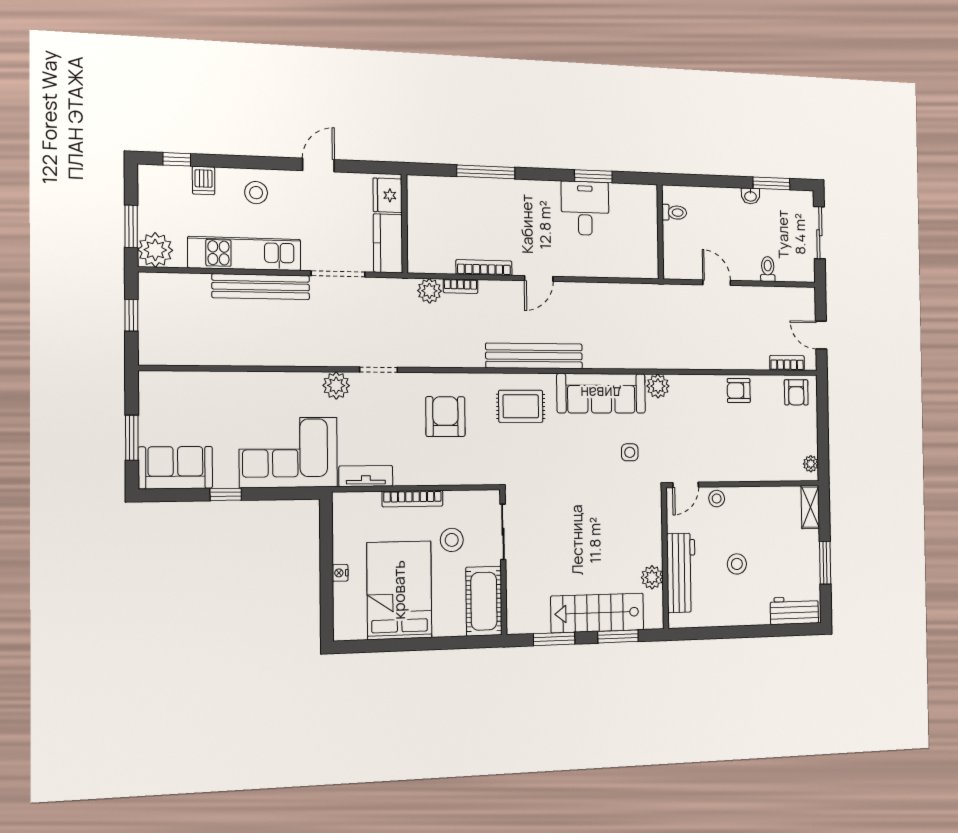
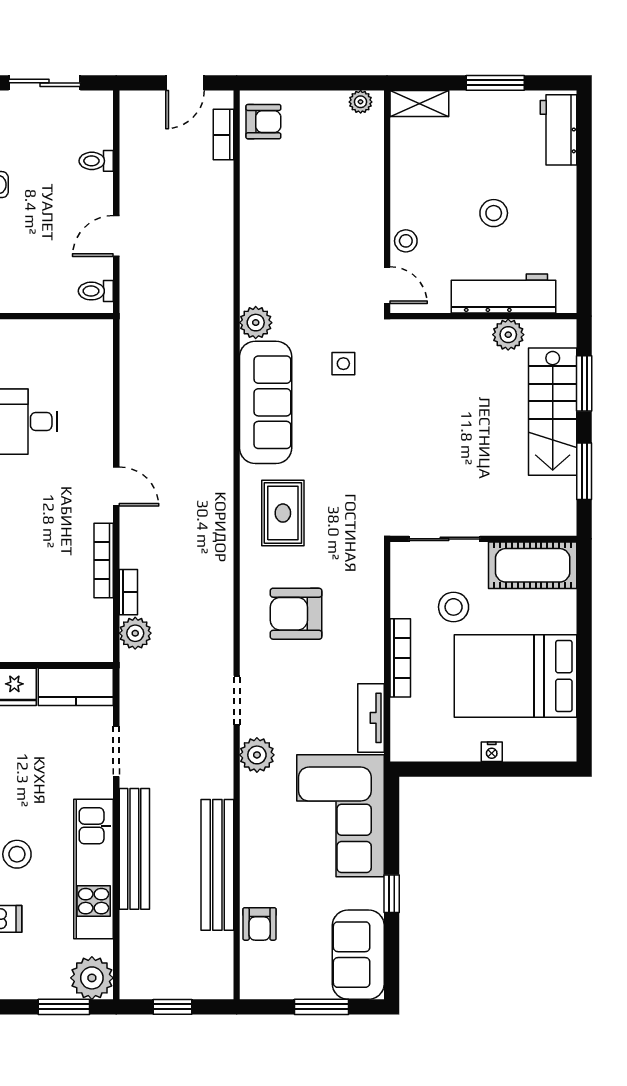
toilet: (674, 212) -> (96, 291), moved, turned -90
doorway: (338, 274) -> (116, 751), width x0.73
bench: (534, 356) -> (217, 865), moved
armchair: (739, 390) -> (260, 924), moved

